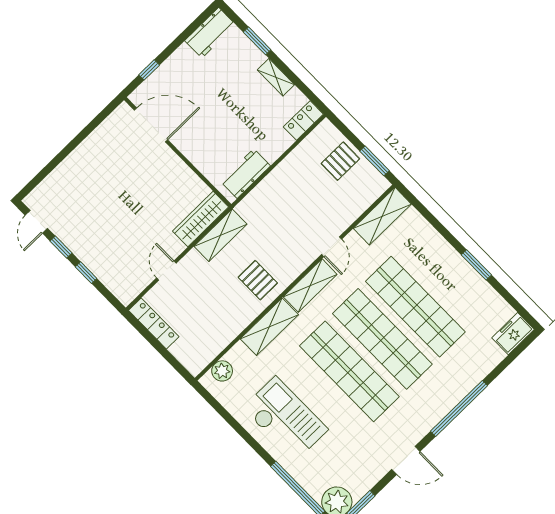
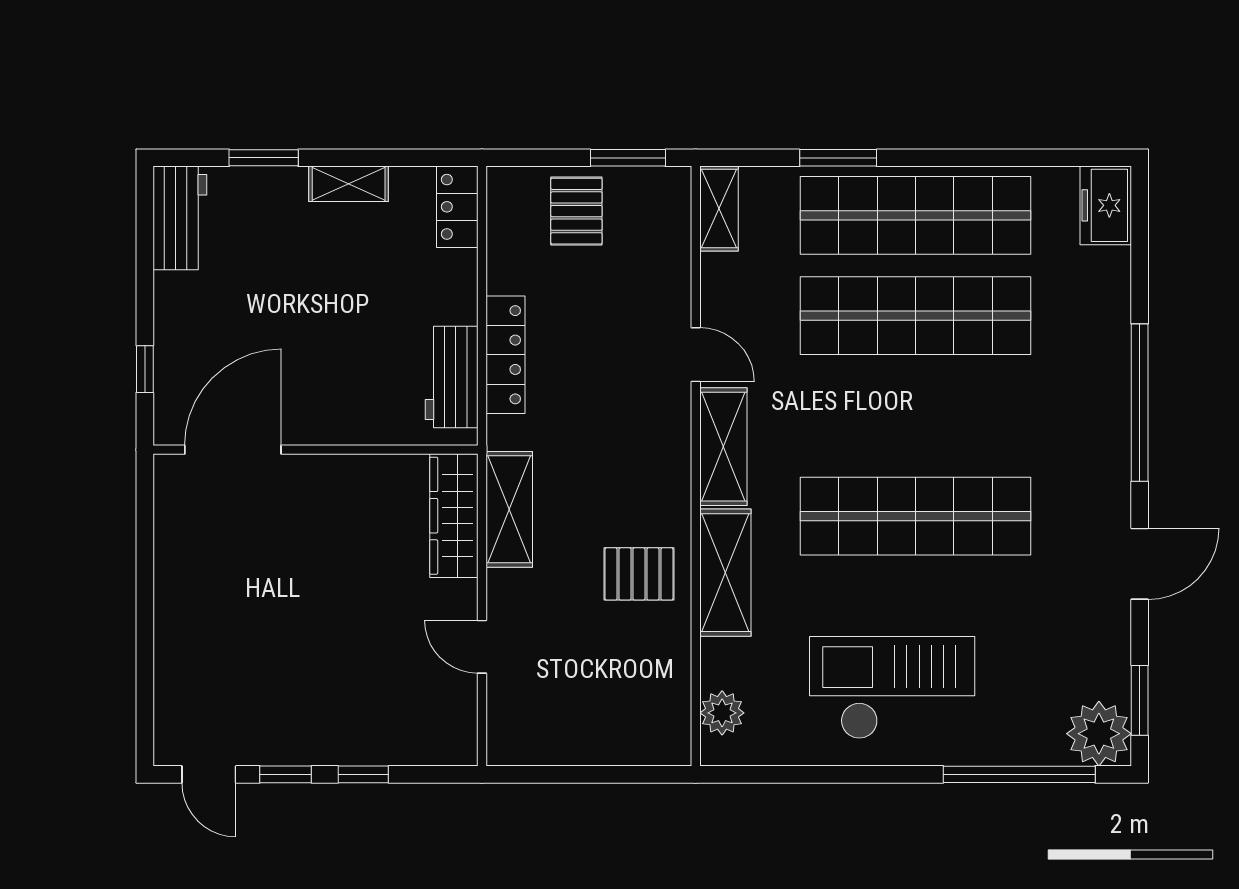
shelving: (382, 216) -> (719, 209), width x0.67, depth x0.75
window: (476, 265) -> (838, 158), moved
pallet: (258, 280) -> (639, 574), moved
locker: (154, 323) -> (505, 355), moved, turned 90
shop shelf: (382, 339) -> (916, 215), moved

